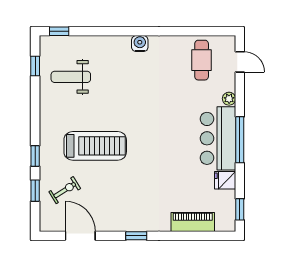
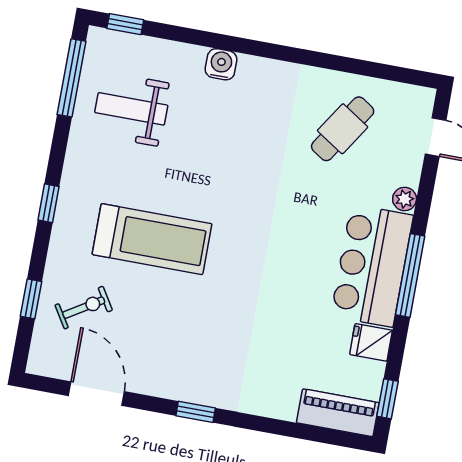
water cooler: (140, 44) -> (221, 64), moved
cafe table: (202, 60) -> (343, 129), moved, turned 33
window: (35, 66) -> (72, 78), width x2.17
window: (35, 156) -> (49, 203), moved
piano: (193, 222) -> (338, 413), moved

